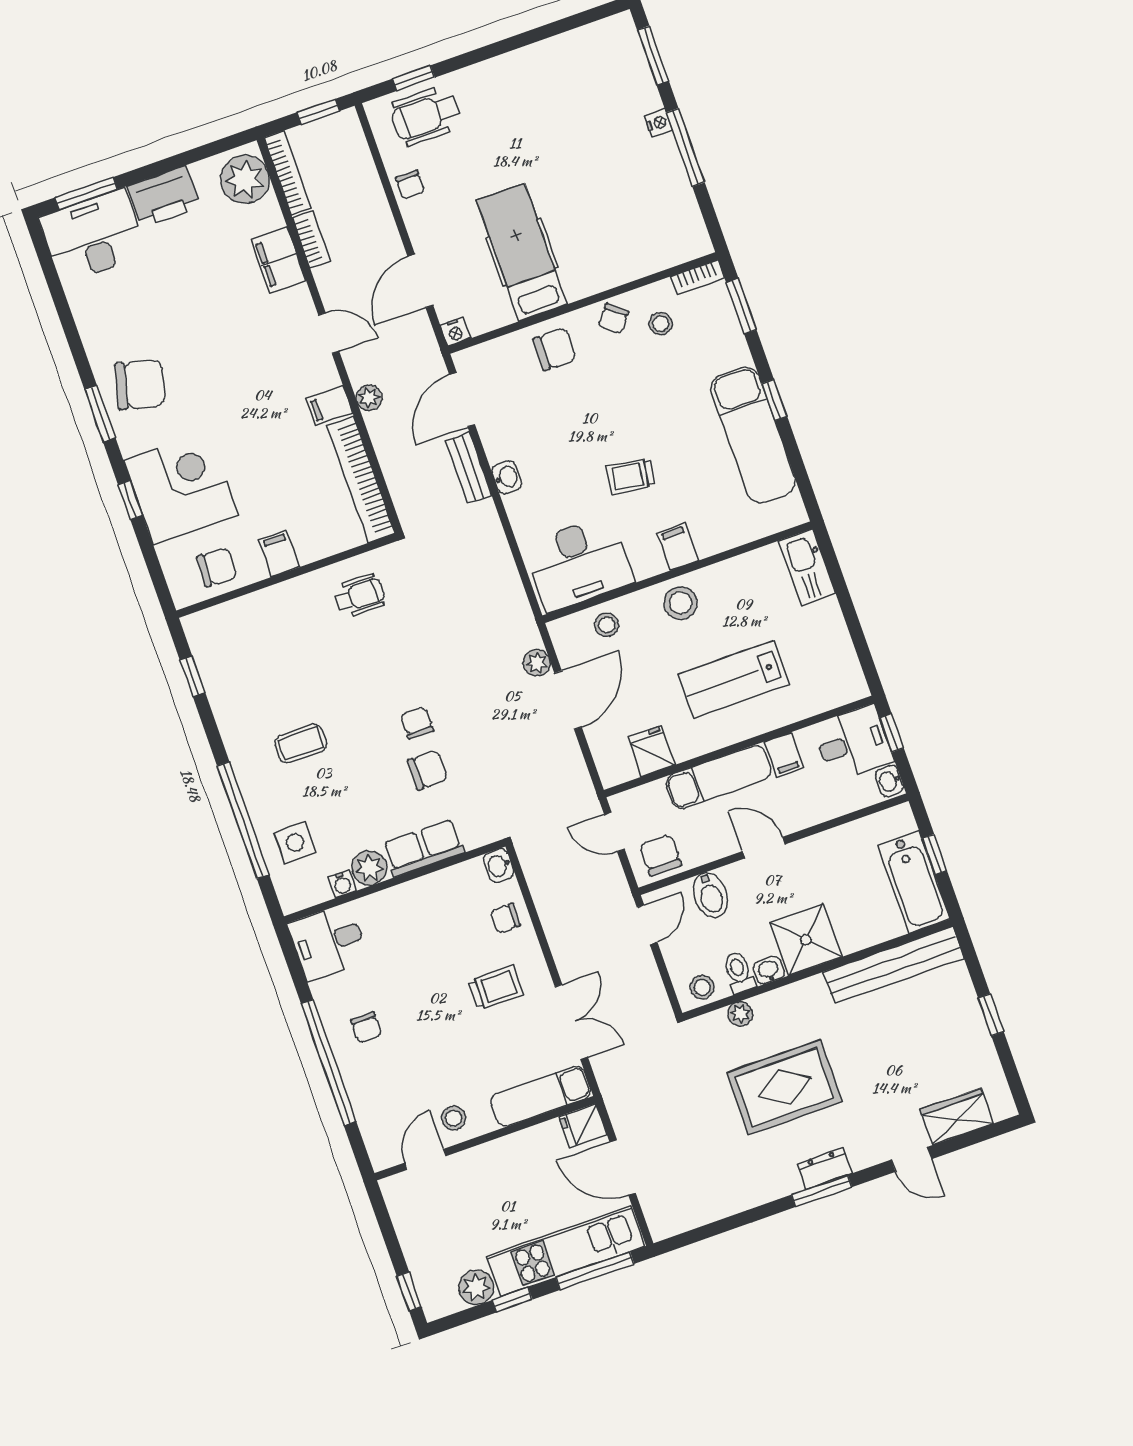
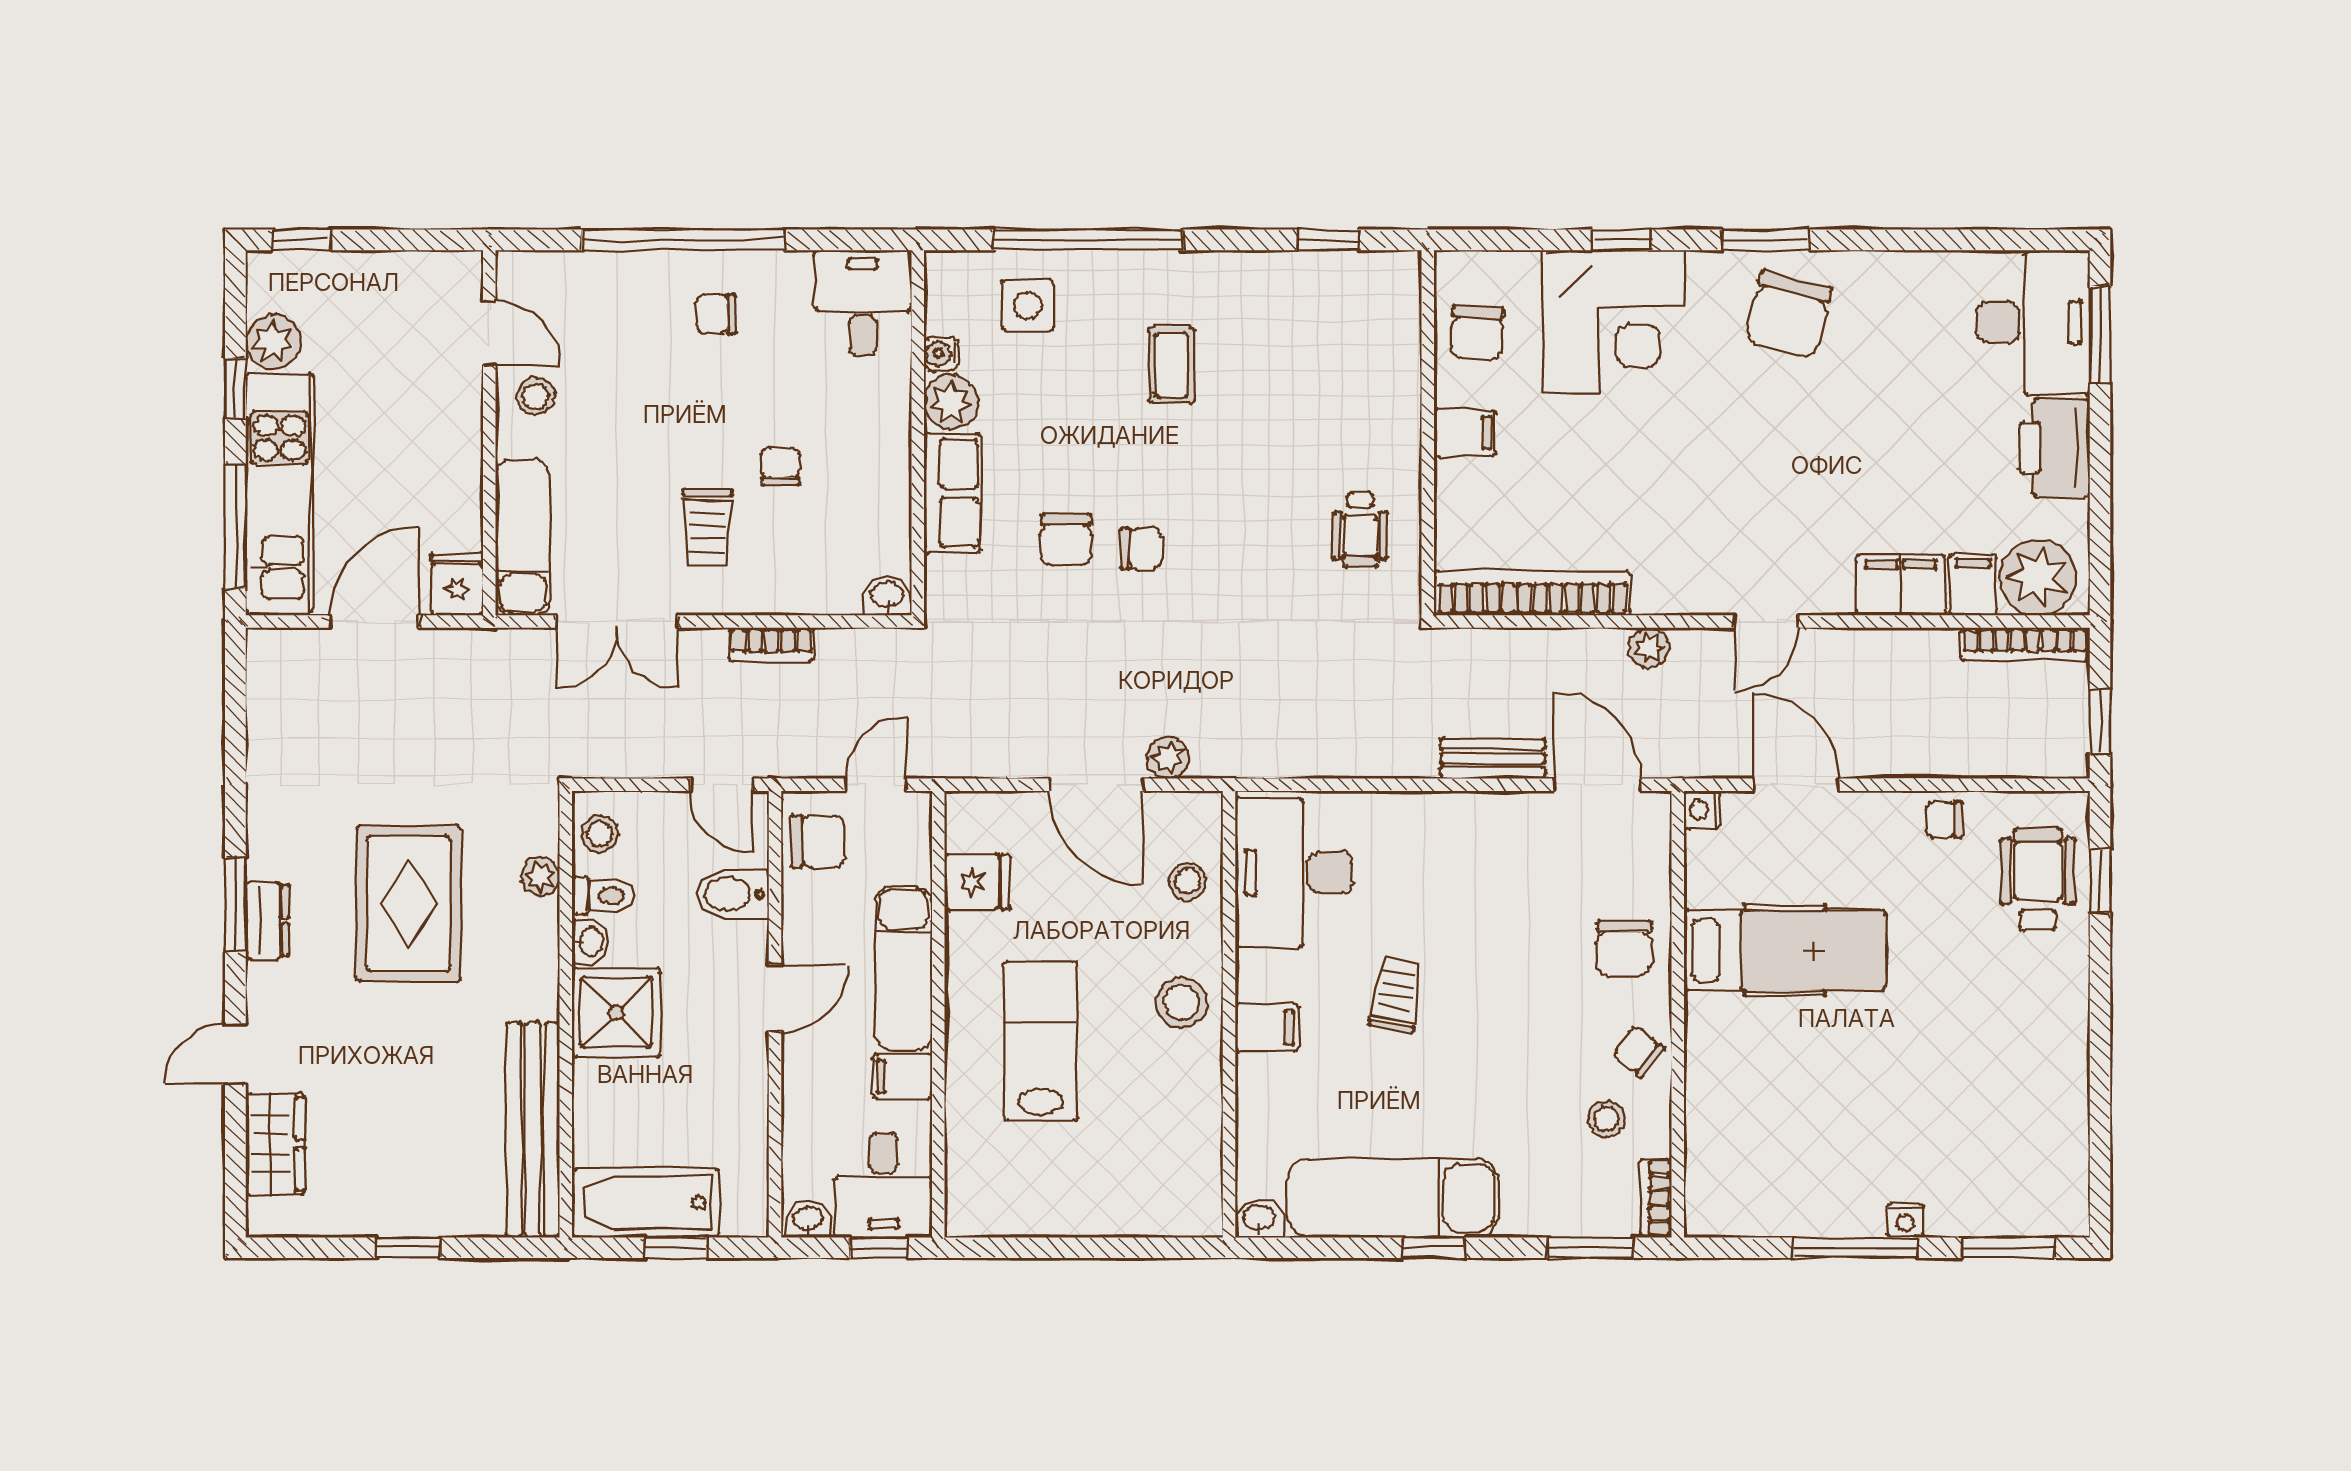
bookcase: (311, 240) -> (772, 645), moved
filing cabinet: (330, 406) -> (1973, 585), moved
washbasin: (507, 477) -> (1259, 1218), moved, turned 180
kitchen sink: (807, 567) -> (1168, 1209), removed
chair: (505, 918) -> (780, 466), moved

